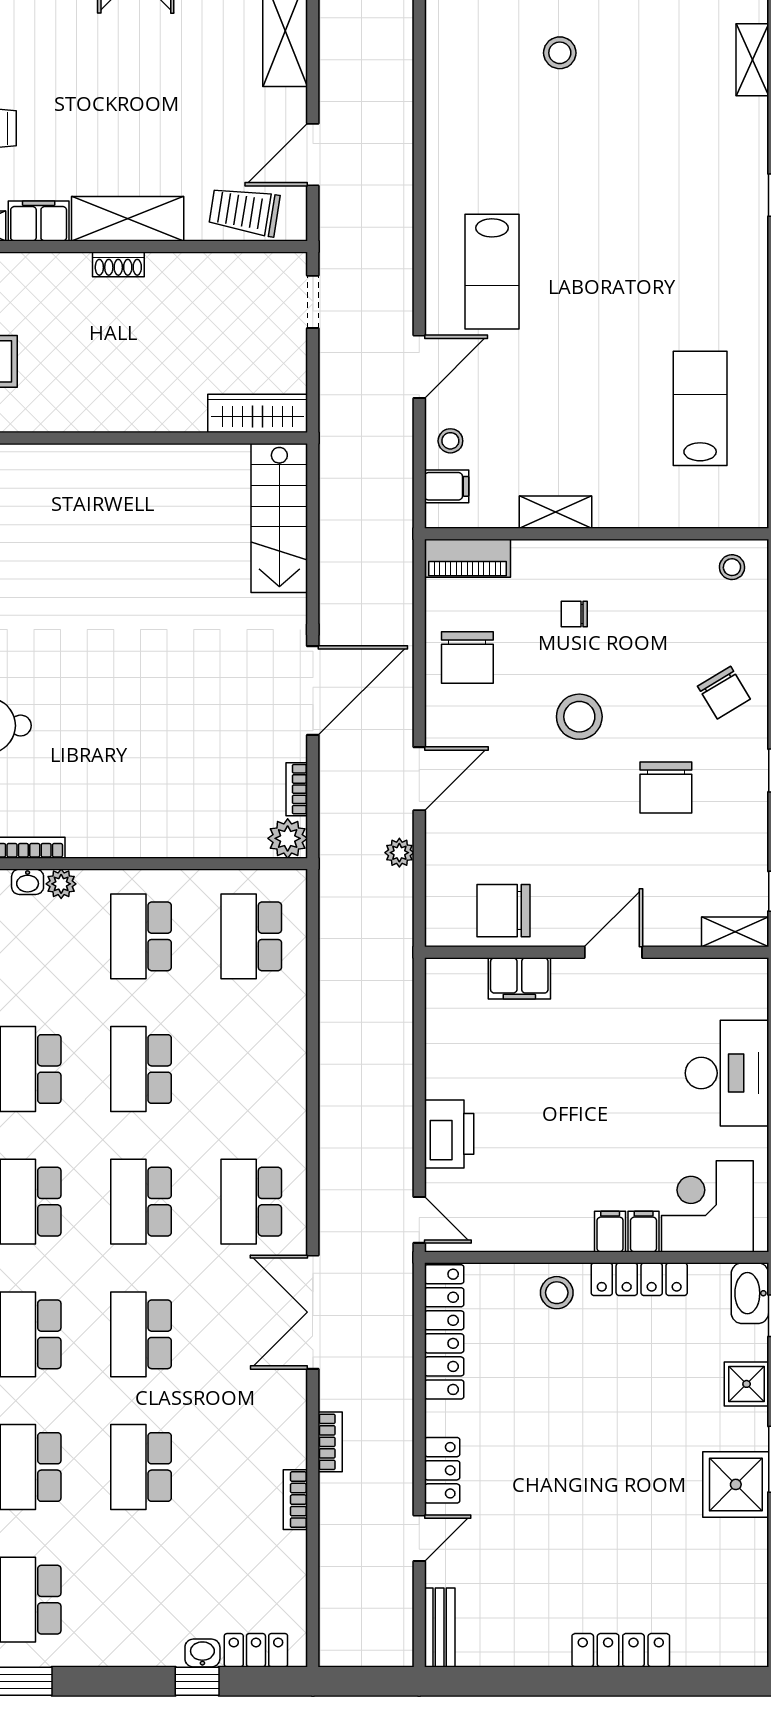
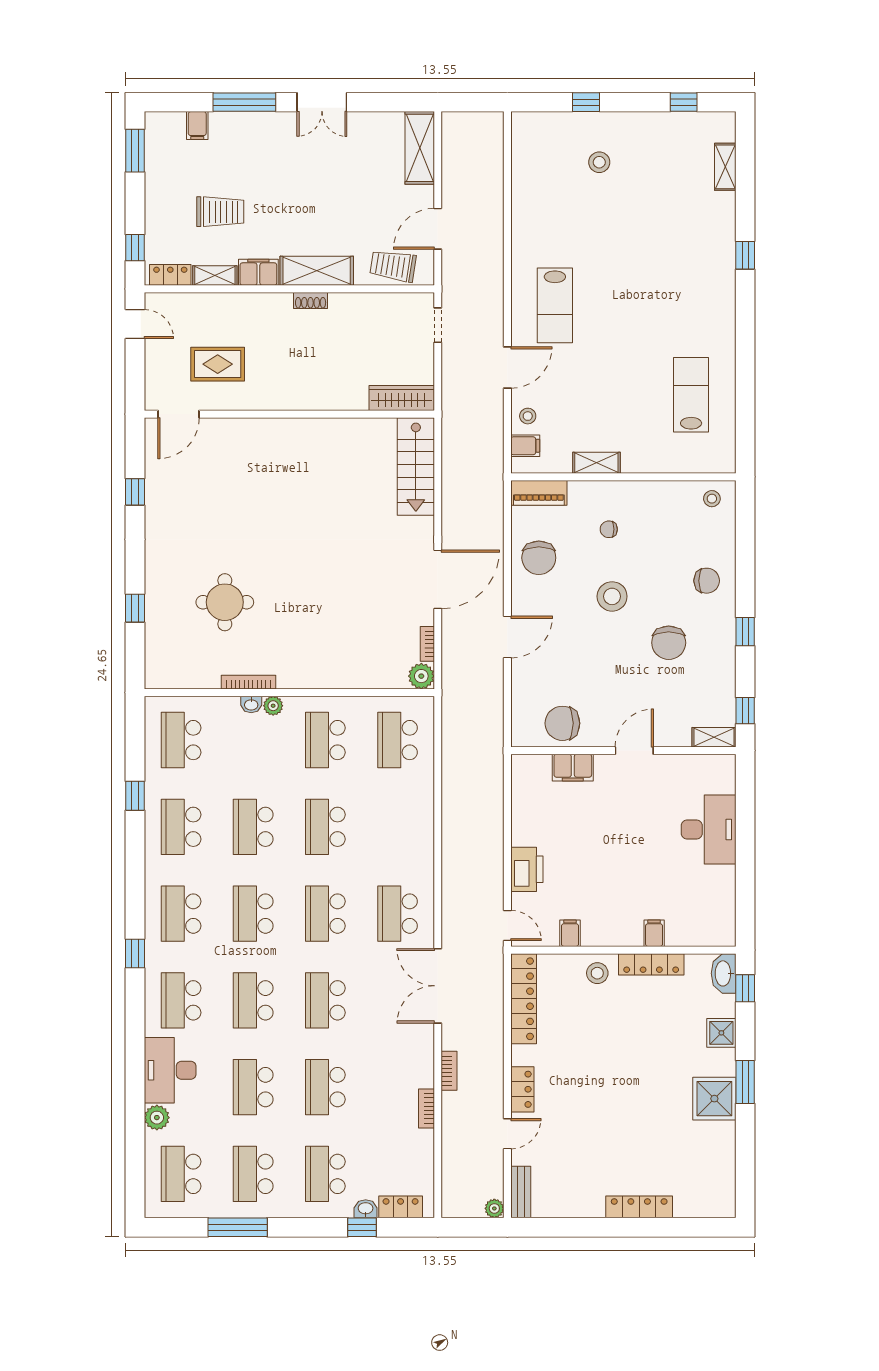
chair: (724, 693) -> (707, 581), turned -59
plant: (399, 853) -> (494, 1208), moved
corner desk: (707, 1206) -> (696, 917), removed
filing cabinet: (610, 1232) -> (570, 933), moved
school desk: (141, 1600) -> (325, 1174), added

